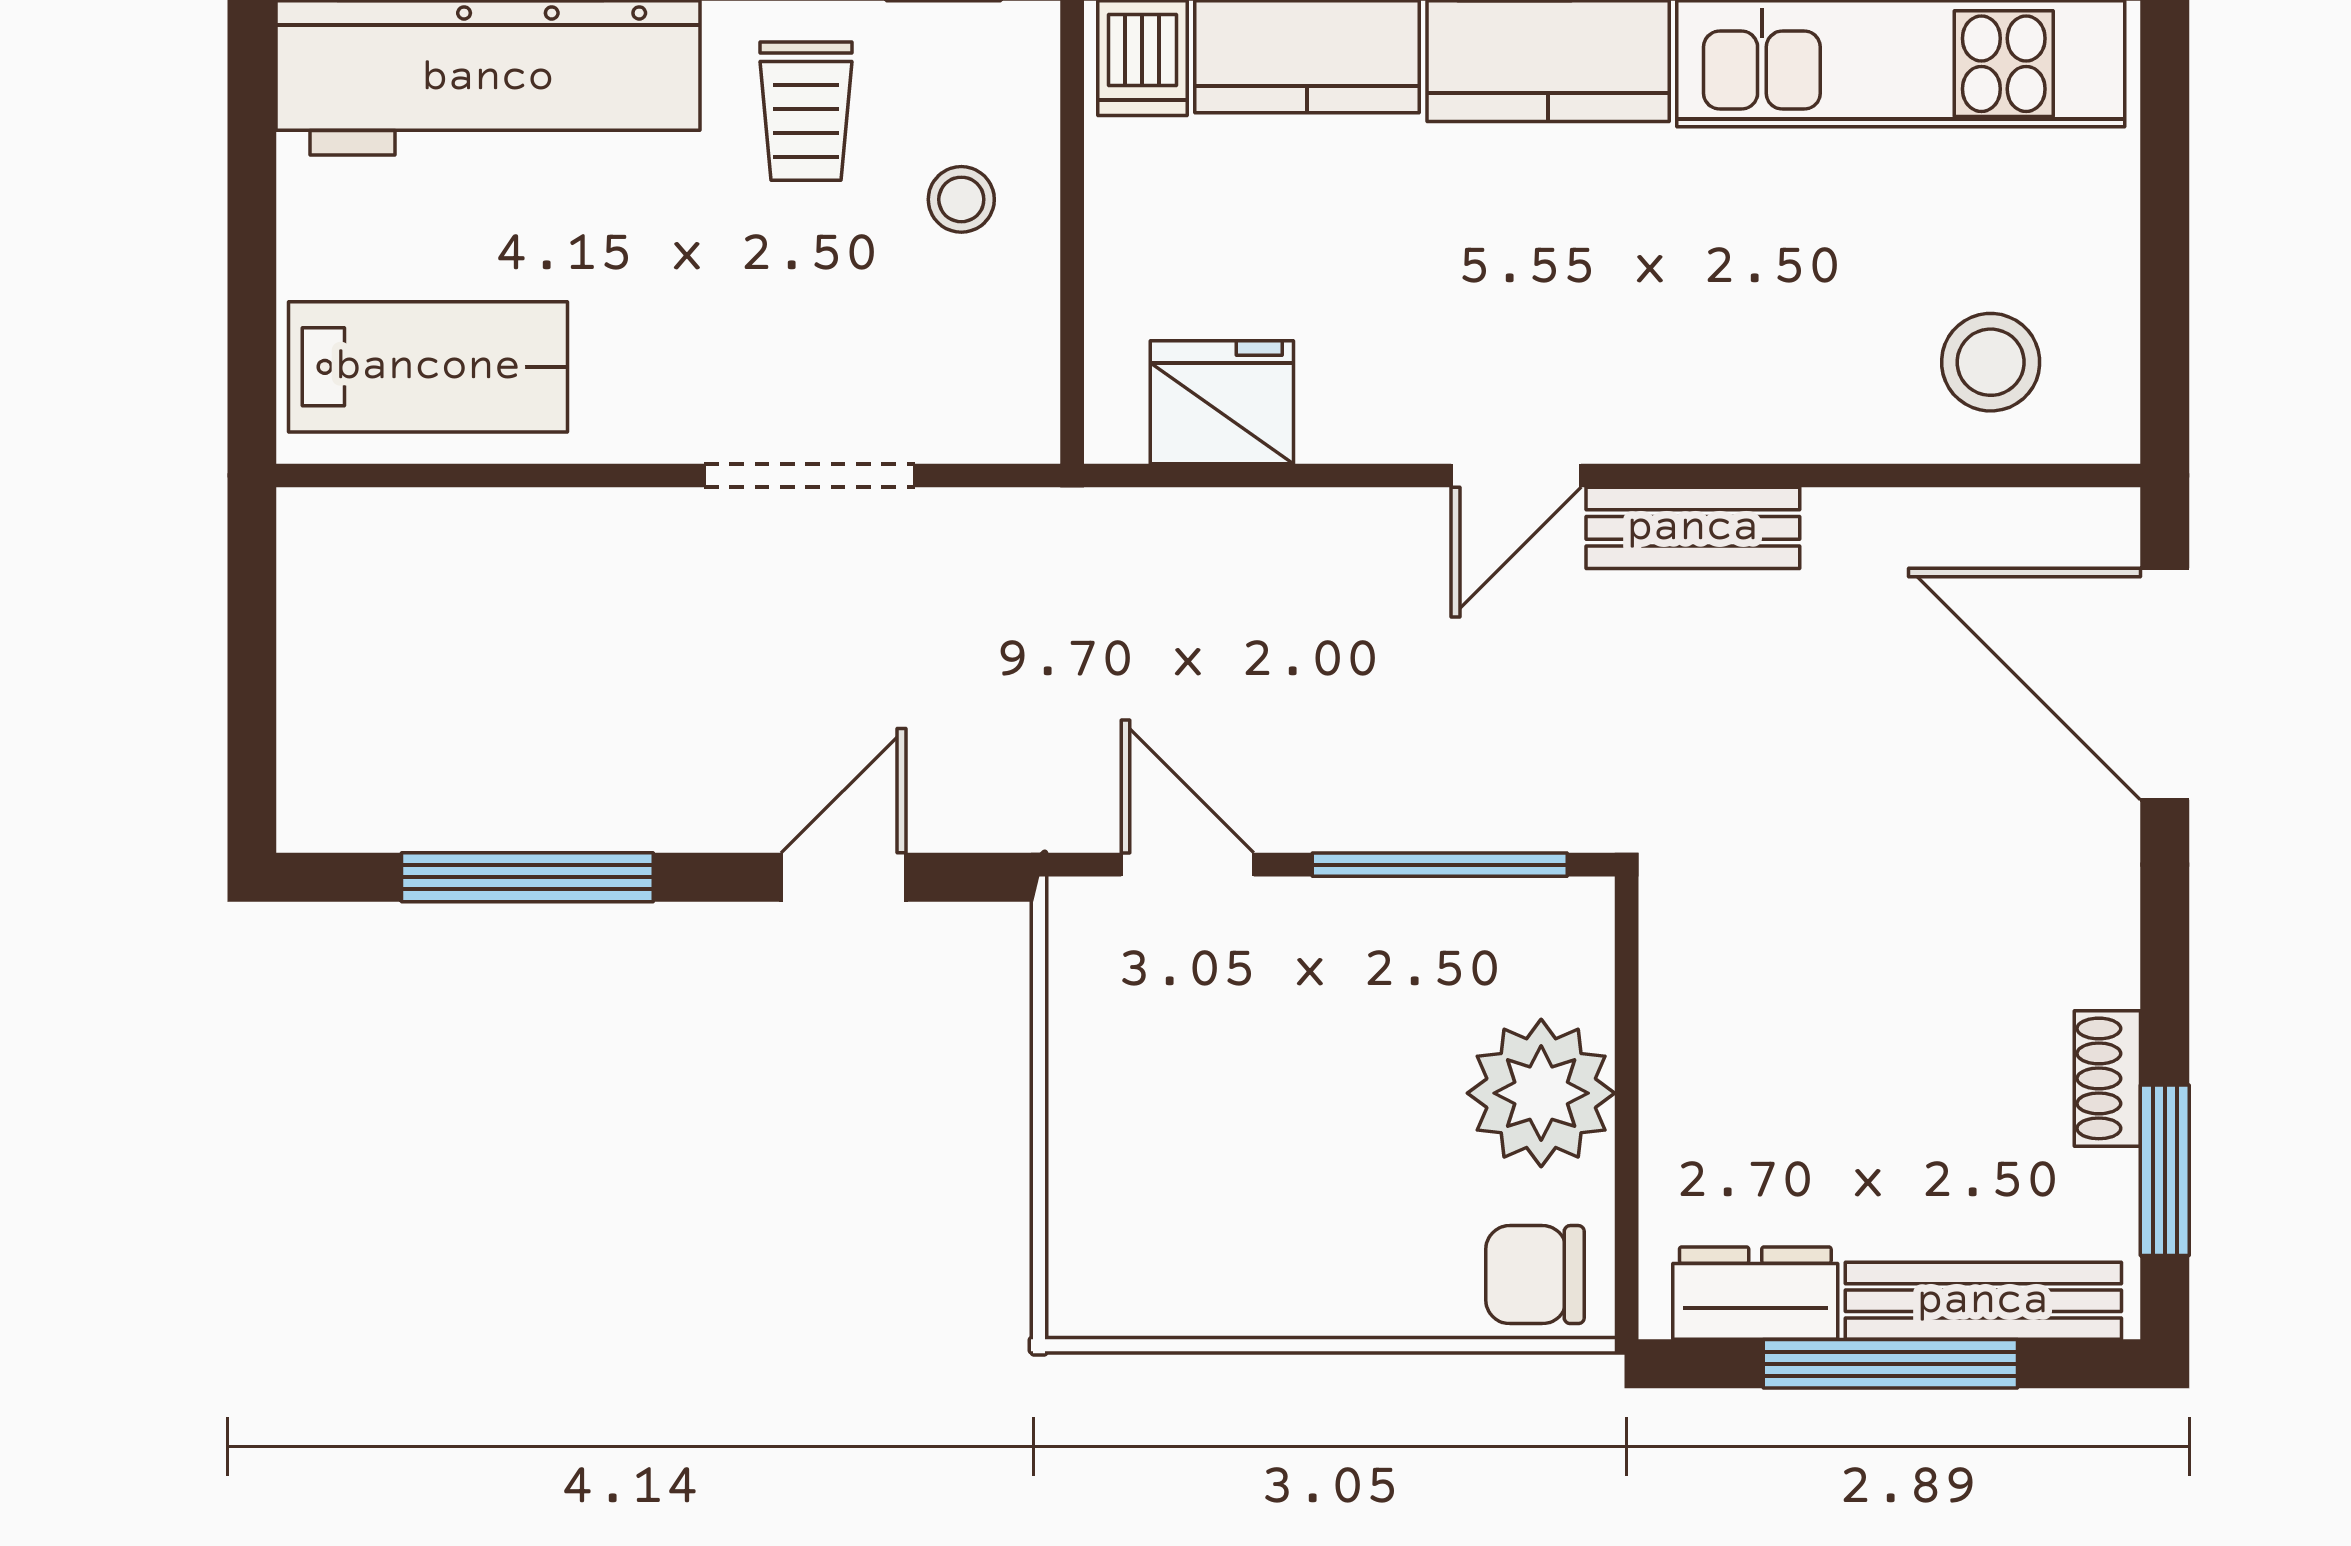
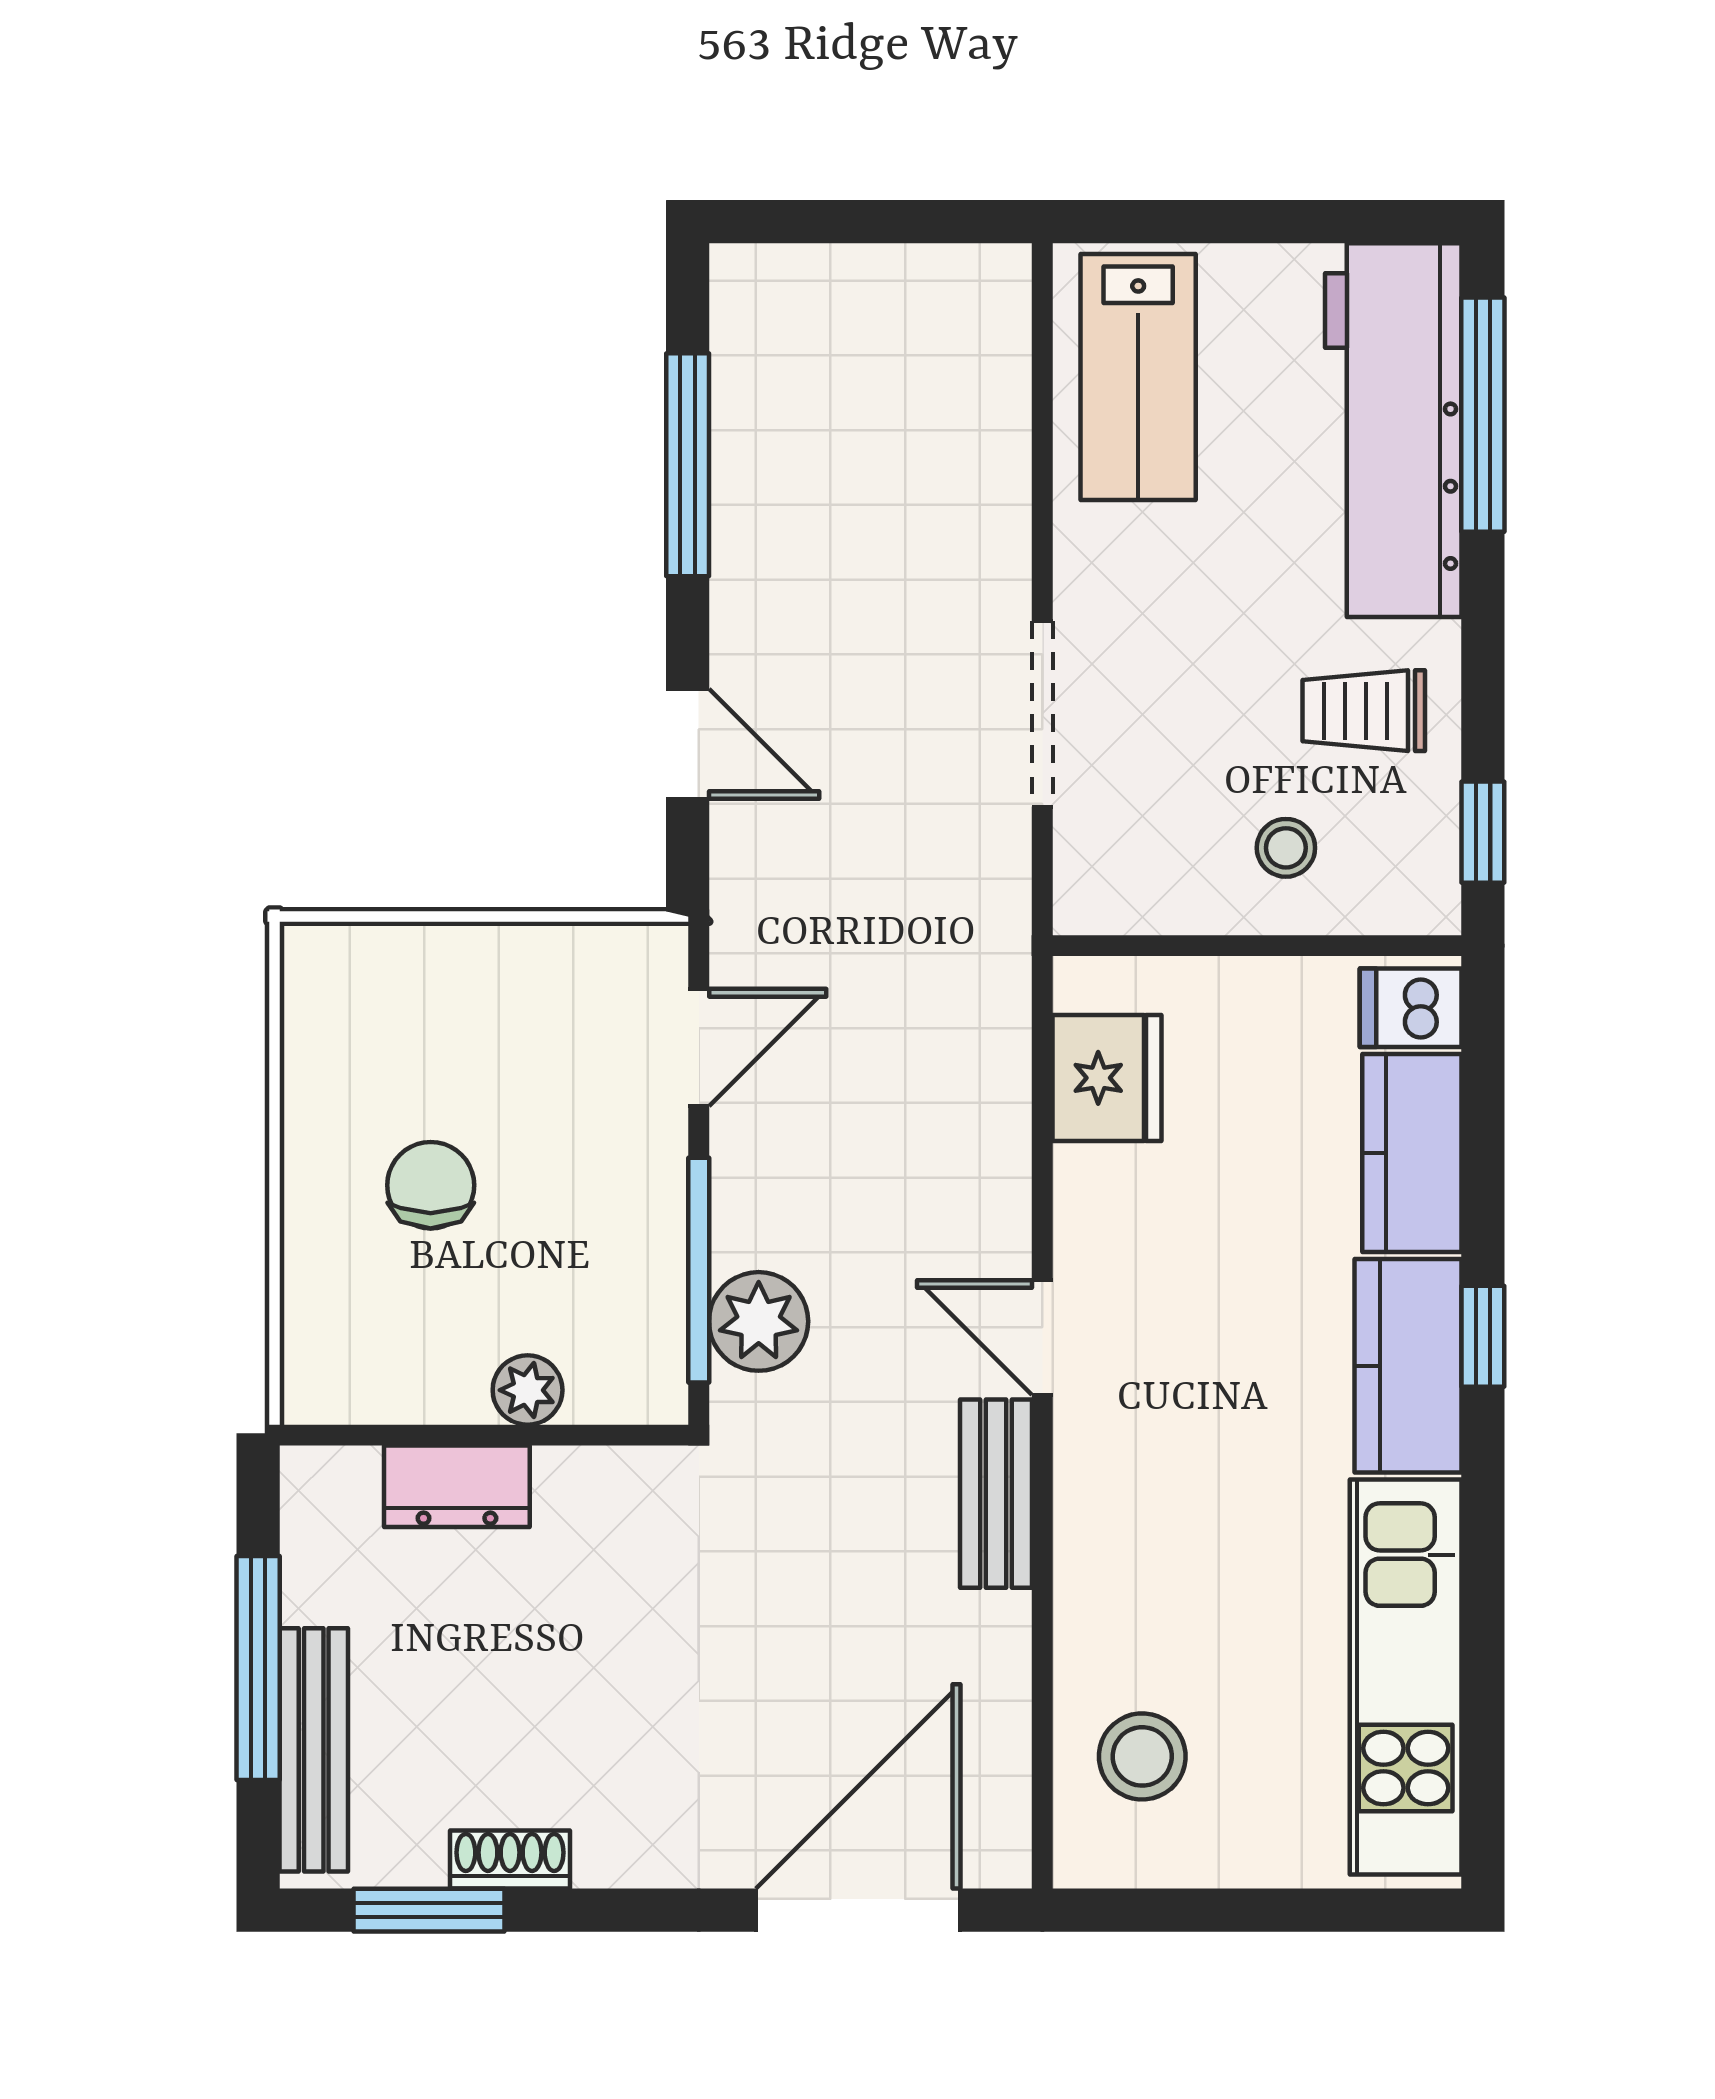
plant: (1498, 797) -> (759, 1321), added
plant: (1541, 1093) -> (528, 1390), width x0.53, depth x0.53
chair: (1535, 1275) -> (431, 1185), moved
dresser: (1755, 1293) -> (457, 1486), moved, turned 90

